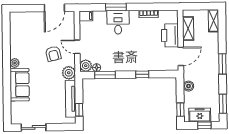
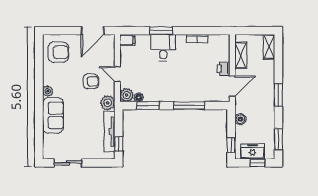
armchair: (24, 28) -> (58, 52), added
printer: (170, 35) -> (224, 69), width x0.53, depth x0.68
armchair: (53, 54) -> (91, 81), turned -77
window: (142, 74) -> (189, 106), width x2.17

